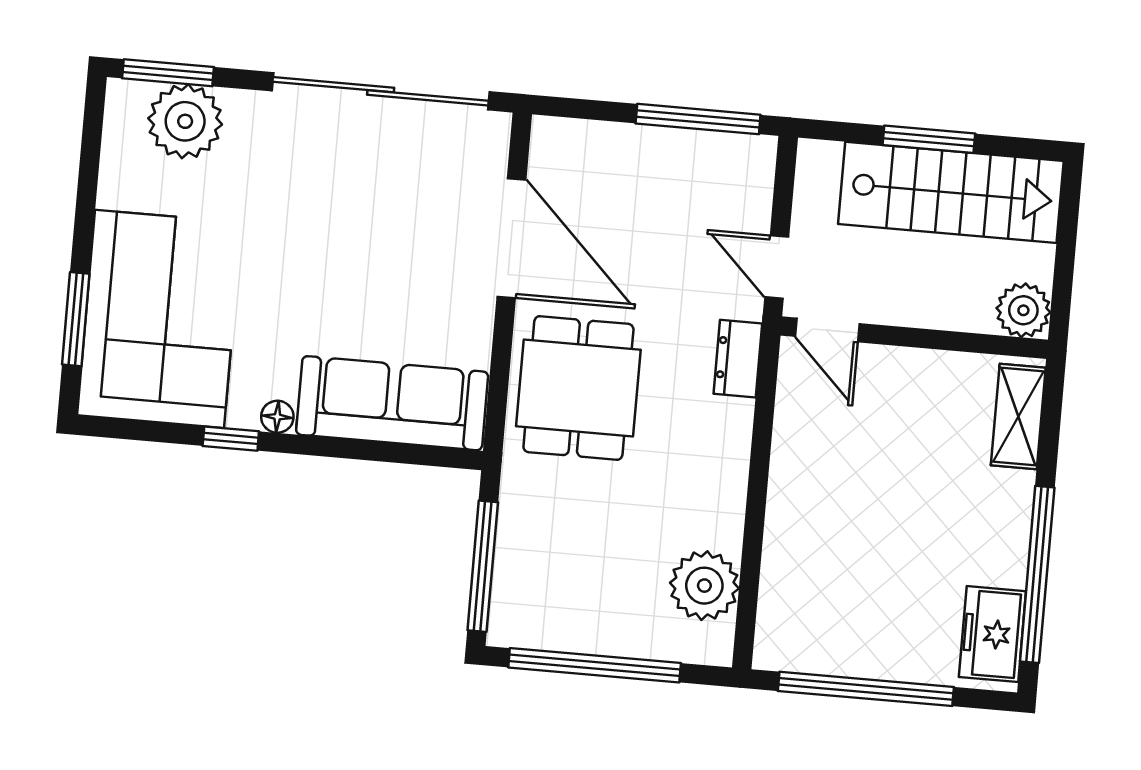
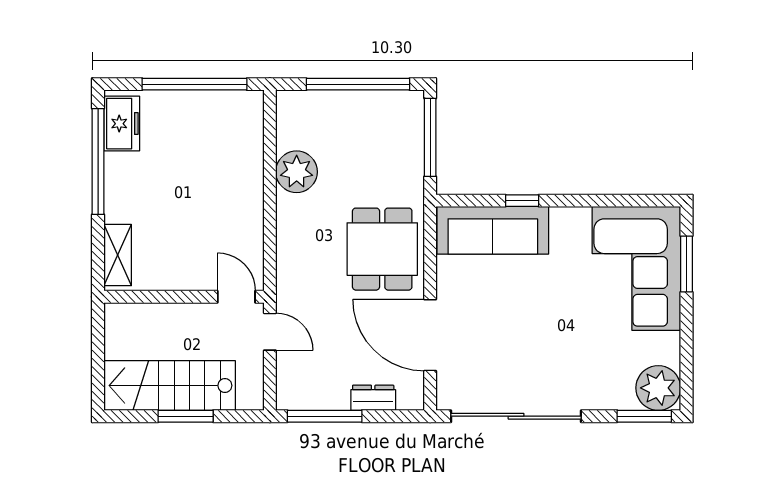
plant: (185, 121) -> (658, 388), moved
plant: (1023, 310) -> (120, 319), removed
dresser: (738, 359) -> (373, 398), moved, turned -90
floor lamp: (277, 417) -> (561, 216), removed
window: (231, 439) -> (522, 201), moved
plant: (704, 586) -> (297, 172), moved

